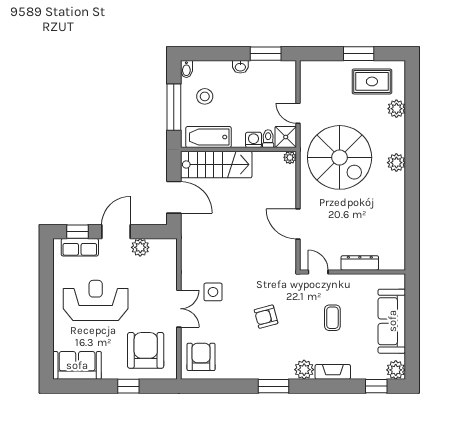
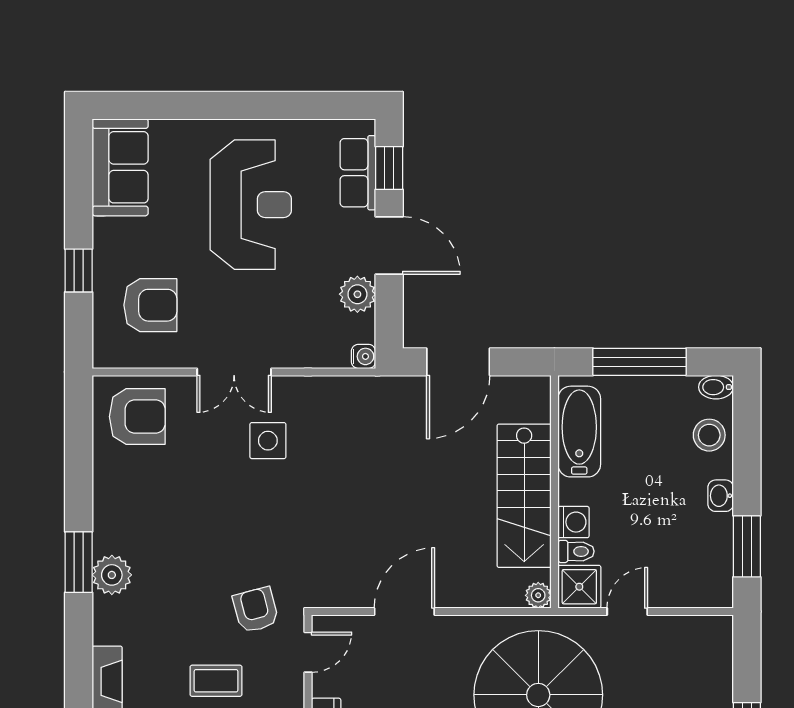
stool: (205, 96) -> (709, 435), moved
stairs: (216, 165) -> (524, 496), moved
water cooler: (171, 244) -> (363, 356), added
armchair: (266, 317) -> (256, 610), moved
armchair: (146, 350) -> (150, 305), width x0.73, depth x0.73
plant: (304, 370) -> (112, 575), moved

